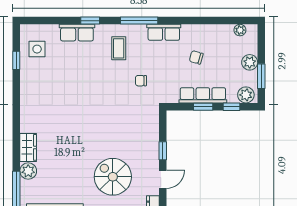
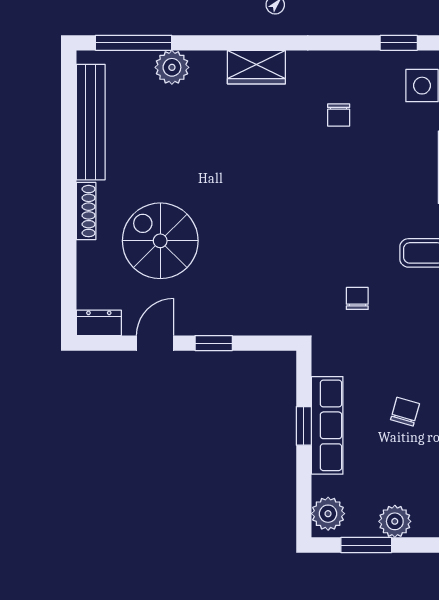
chair: (51, 90) -> (339, 115), added
window: (231, 107) -> (304, 484), removed
wardrobe: (28, 147) -> (256, 67), moved
spiral stairs: (113, 177) -> (160, 241), turned -90
door: (163, 179) -> (155, 343), swing flipped

